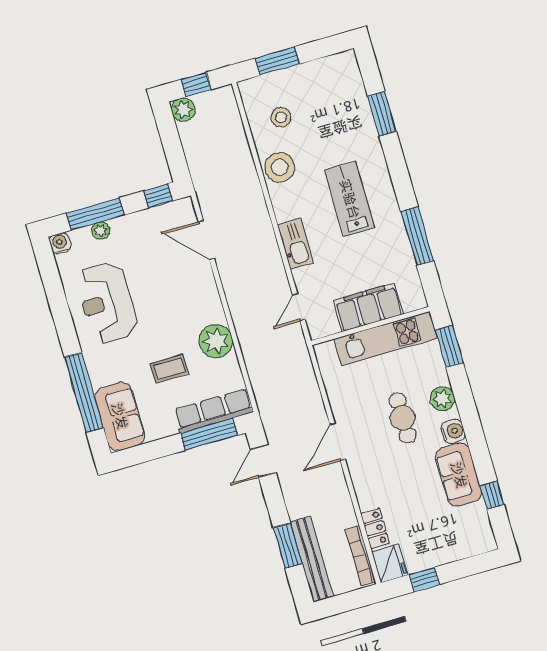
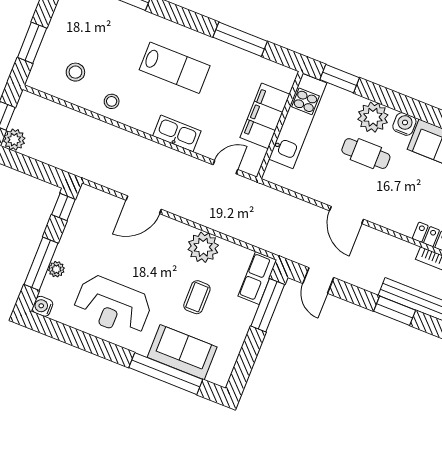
stool: (280, 167) -> (112, 101), width x0.53, depth x0.53
lab bench: (350, 199) -> (175, 68), turned 180
door: (206, 240) -> (144, 205), moved
door: (299, 307) -> (225, 167), swing flipped
plant: (442, 399) -> (373, 117), width x1.36, depth x1.36
row of seats: (214, 411) -> (257, 278), width x0.68
sofa: (120, 416) -> (182, 352), moved

